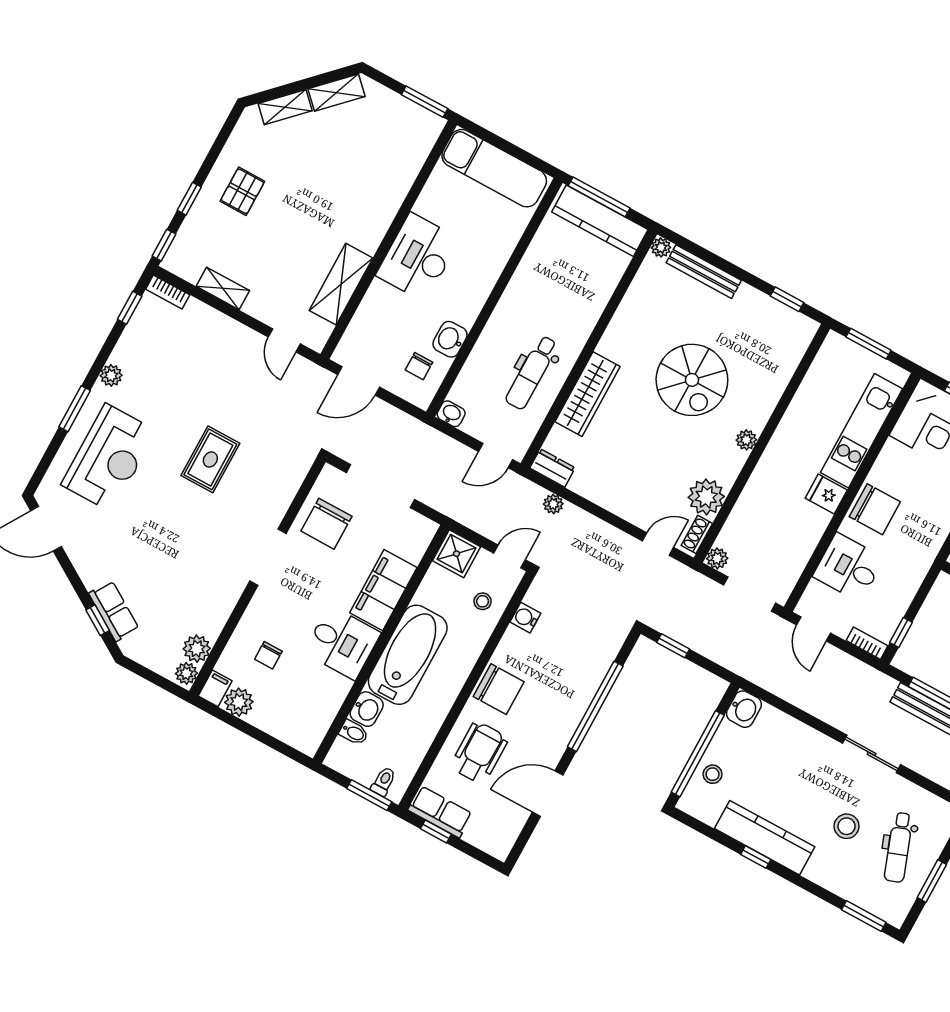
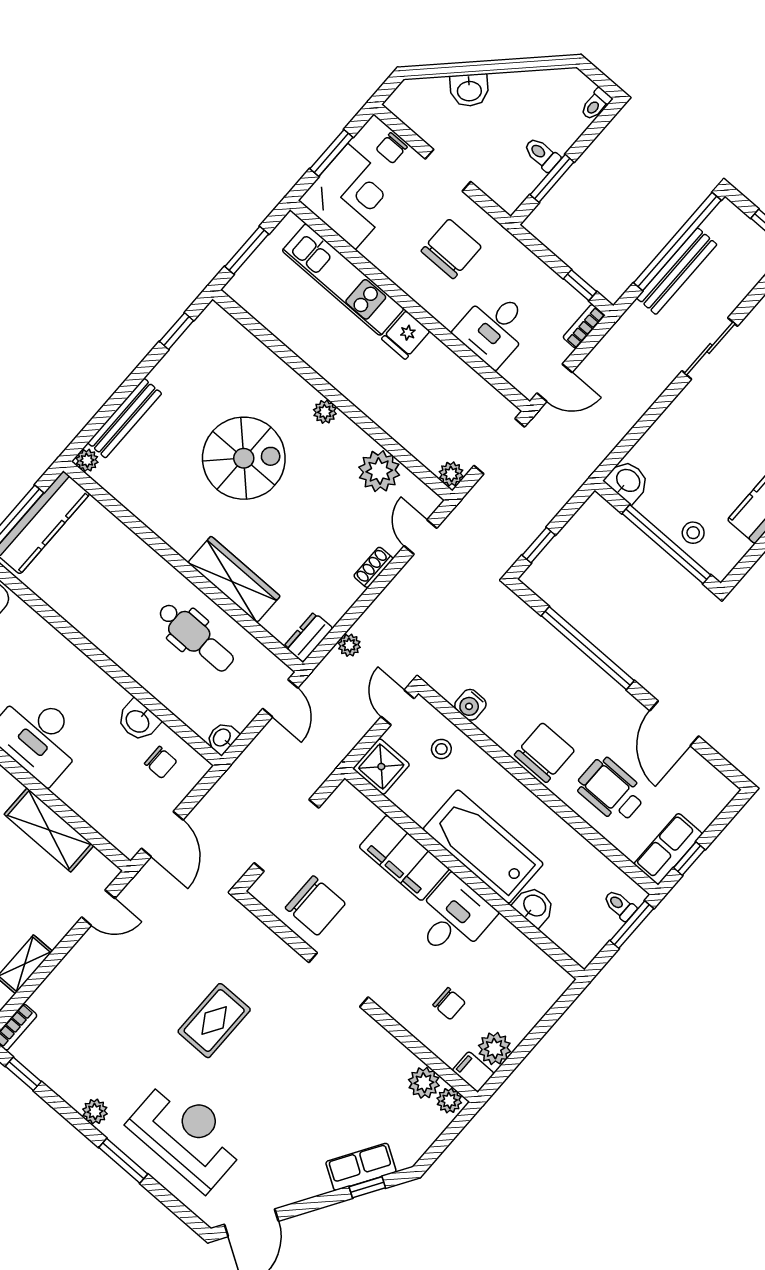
rug: (210, 459) -> (214, 1021), turned 90
chair: (875, 509) -> (451, 249), moved
shoe rack: (697, 534) -> (373, 567), moved, turned 90
bidet: (354, 733) -> (557, 927), removed

